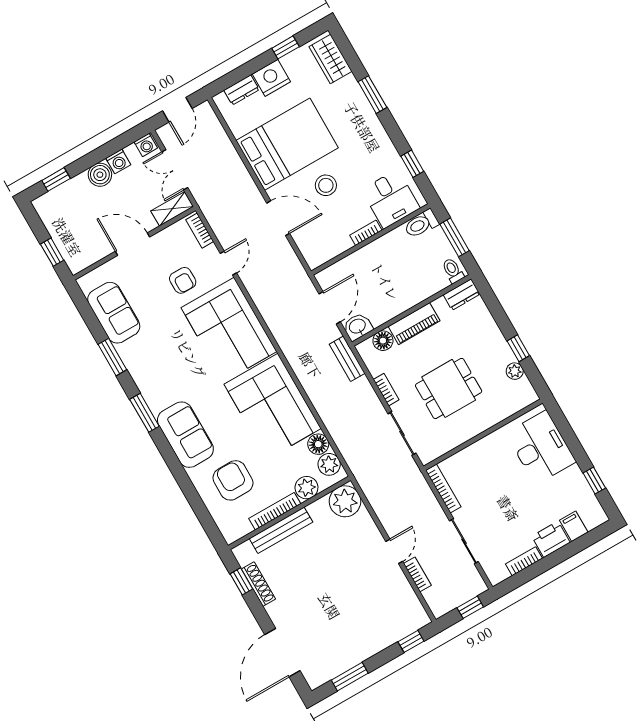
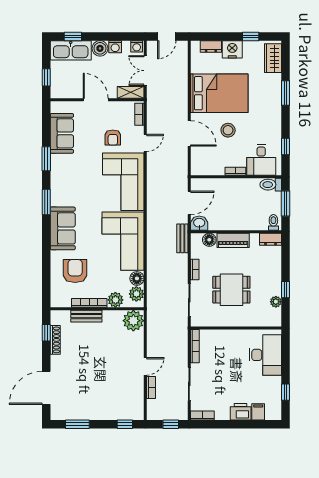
kitchen sink: (64, 199) -> (71, 50), added
bench: (281, 530) -> (86, 316), width x0.73
bookcase: (524, 561) -> (202, 416), moved

